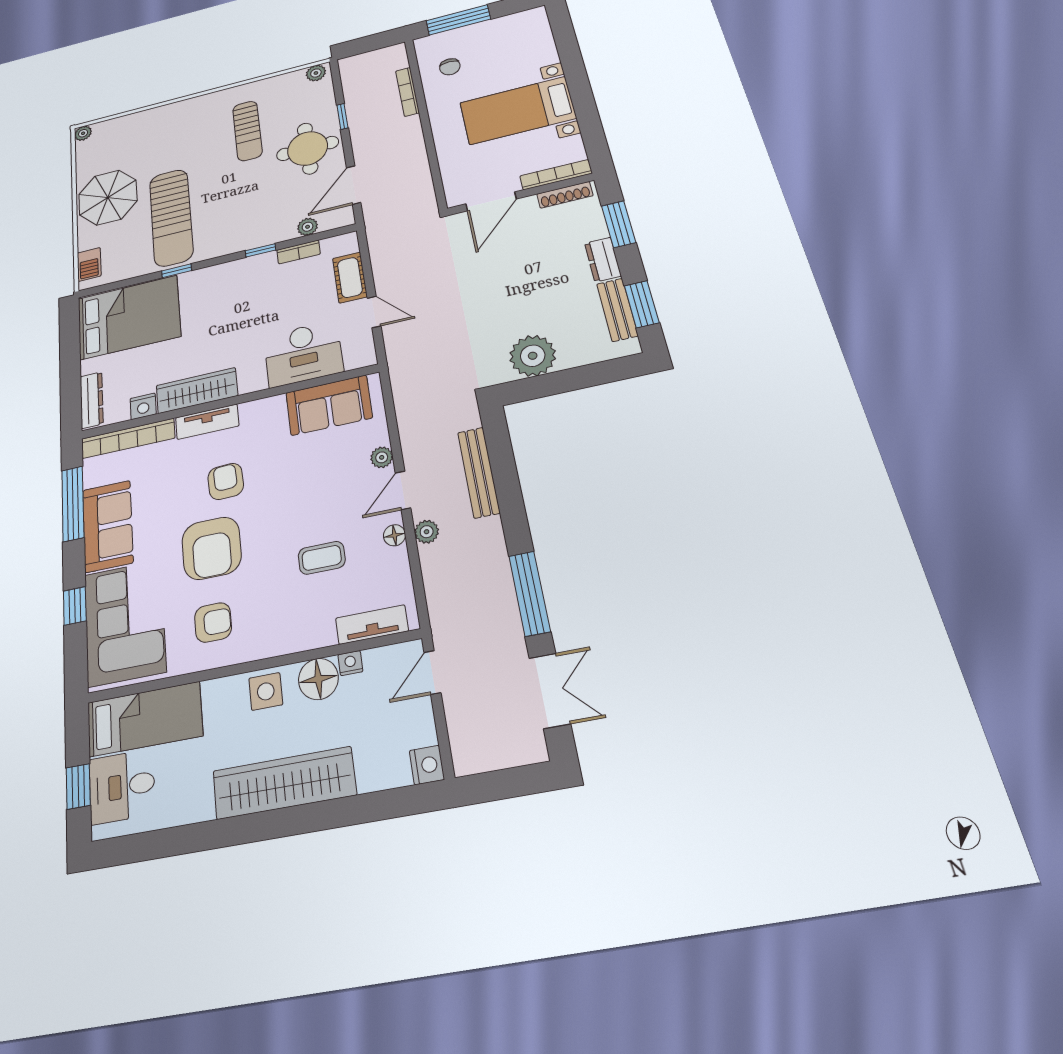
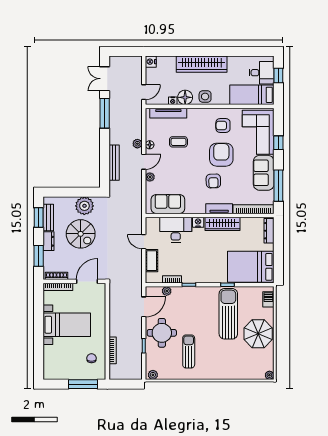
spiral stairs: (528, 293) -> (81, 234), added
nightstand: (143, 406) -> (198, 222), moved
tv unit: (372, 625) -> (168, 113), width x1.41

